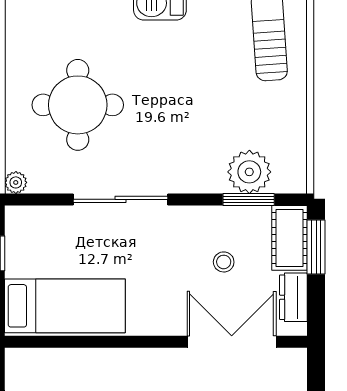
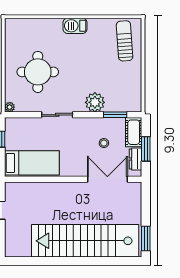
plant: (249, 172) -> (95, 102), moved
sliding door: (121, 199) -> (57, 115), width x0.73
window: (316, 247) -> (146, 149), moved

